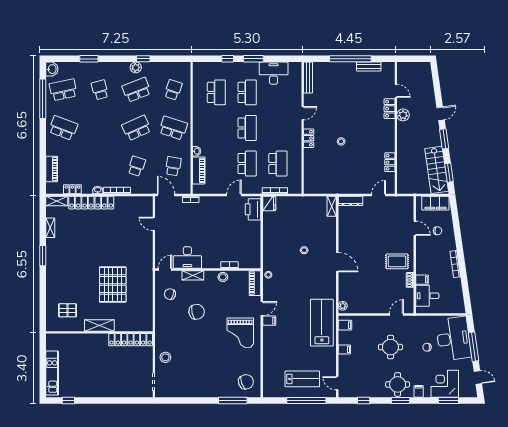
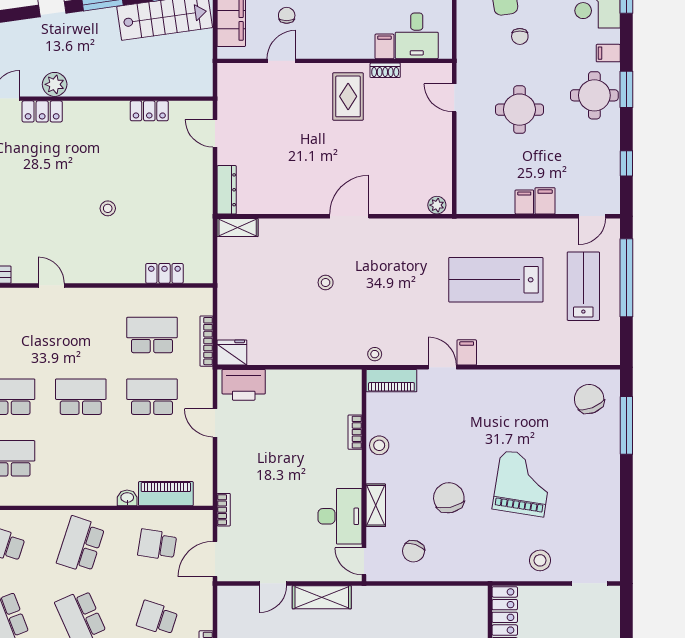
locker: (309, 138) -> (164, 273), moved
shelving: (147, 248) -> (322, 597), added
lab bench: (322, 323) -> (496, 280), moved
filing cabinet: (345, 325) -> (545, 201), moved
grand piano: (240, 333) -> (522, 484), moved, turned -81

